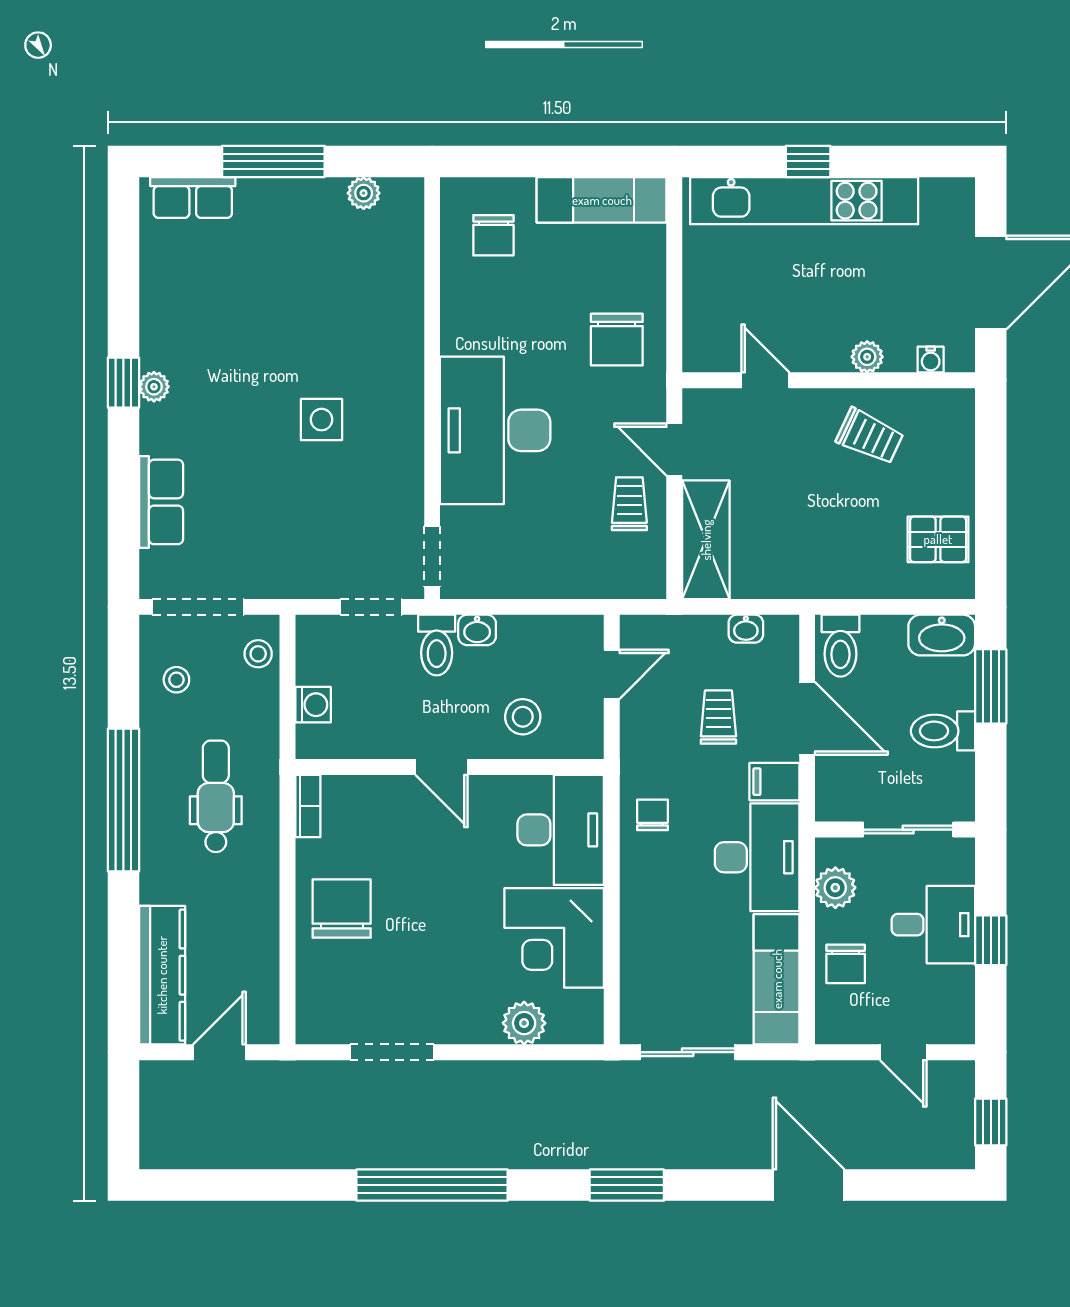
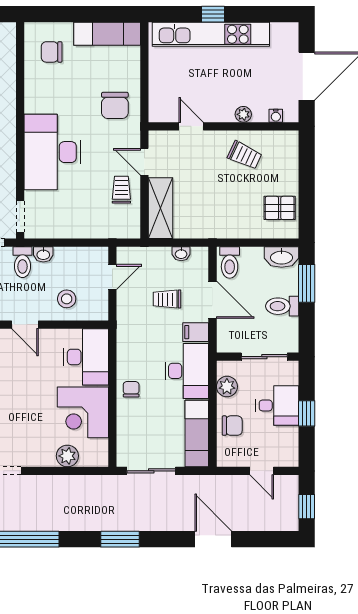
chair: (493, 235) -> (52, 52), turned 90
trolley: (718, 717) -> (167, 299), turned -90
chair: (652, 815) -> (131, 389), moved
chair: (846, 964) -> (232, 426), turned -90

